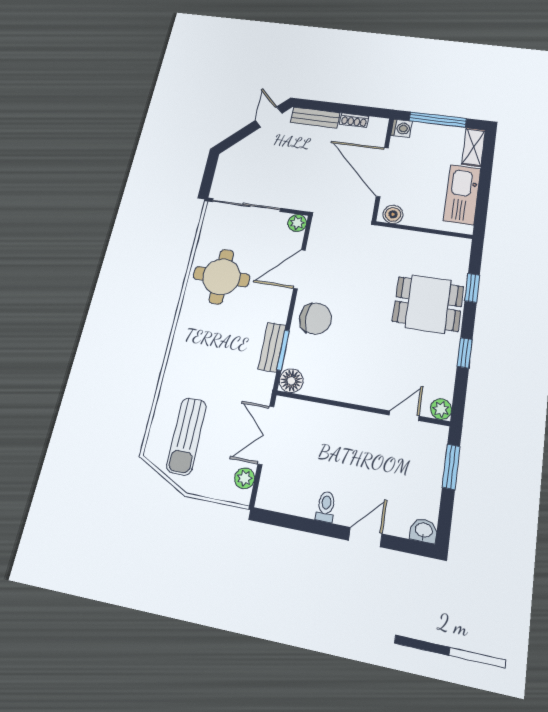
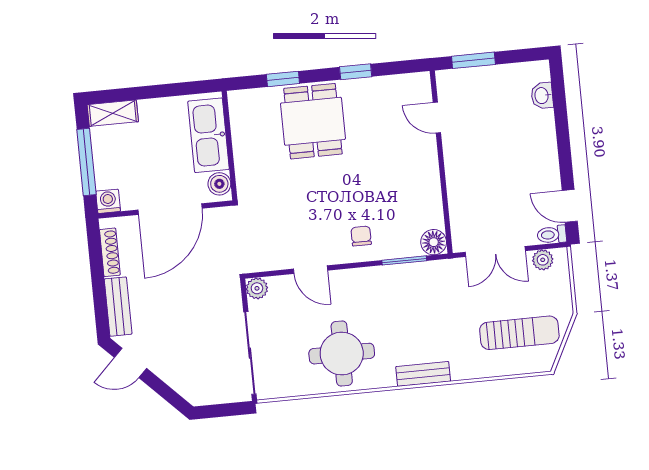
shoe rack: (354, 120) -> (110, 252), width x1.43
kitchen sink: (462, 194) -> (209, 135), moved, turned 90
door: (299, 269) -> (311, 270), width x0.73
chair: (315, 319) -> (361, 236), width x0.54, depth x0.54
bench: (272, 347) -> (423, 374), moved
plant: (441, 409) -> (420, 83), removed
toilet: (326, 507) -> (552, 235), moved
washbasin: (424, 531) -> (542, 96), moved
door: (365, 537) -> (570, 206), moved

